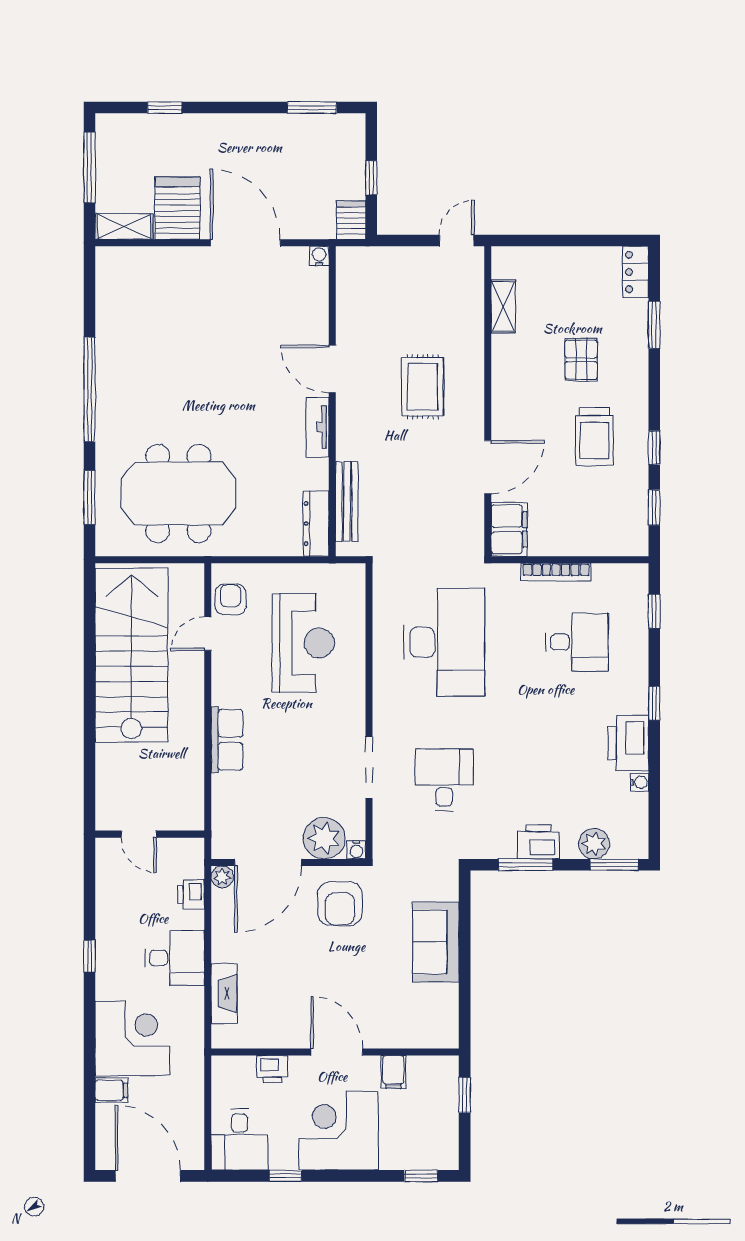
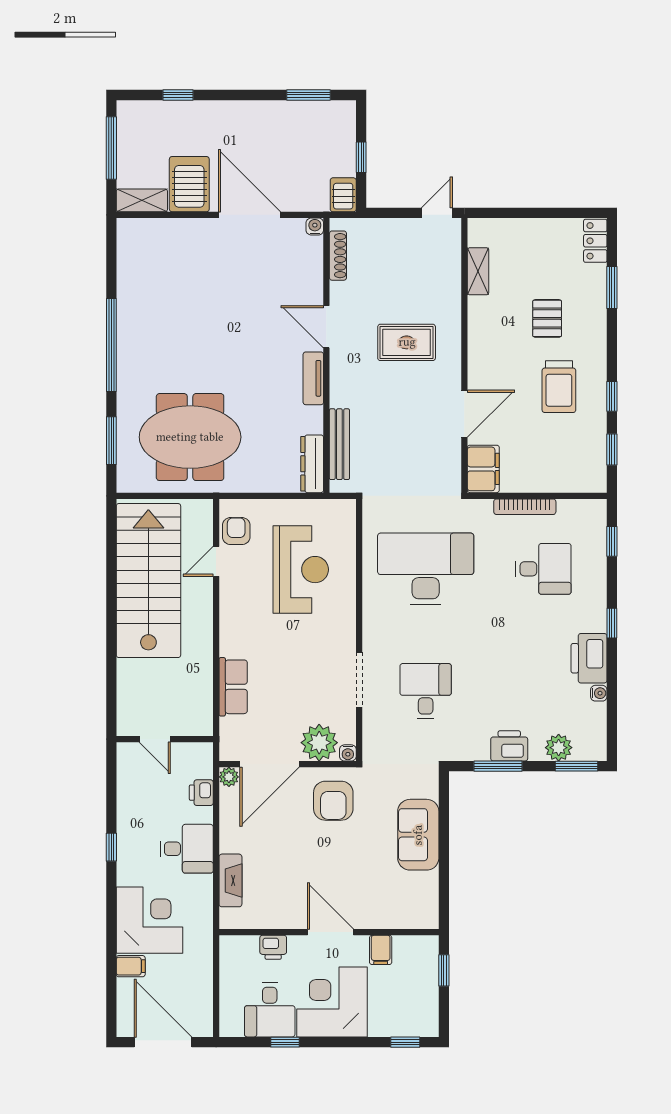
shoe rack: (345, 289) -> (338, 256), added
rug: (423, 387) -> (407, 342), turned 90
desk: (444, 642) -> (426, 569), turned -90
row of seats: (227, 740) -> (233, 687), moved
desk: (240, 1140) -> (270, 1010), moved

